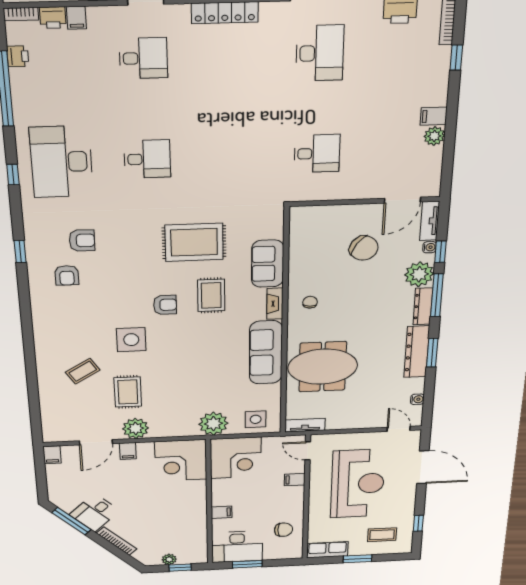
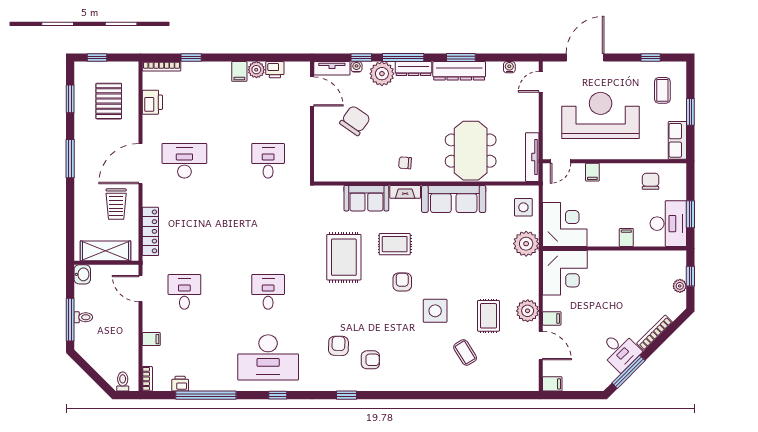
printer: (53, 18) -> (275, 70), moved, turned 90
rug: (128, 392) -> (488, 316), turned 90
tv unit: (305, 425) -> (532, 157), width x1.41

